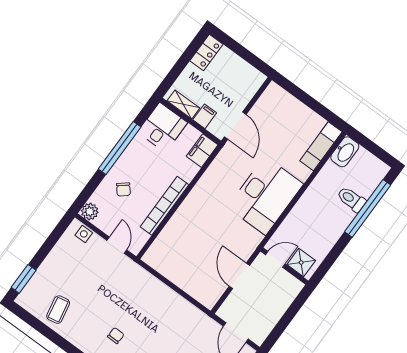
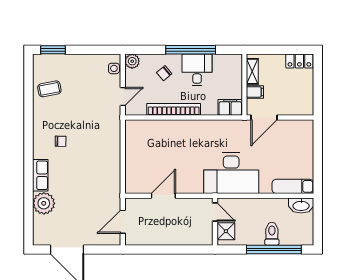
desk: (163, 127) -> (197, 70), moved, turned -90
door: (275, 259) -> (215, 212), moved
shower: (301, 262) -> (226, 231), moved
wall: (284, 266) -> (215, 222), moved

